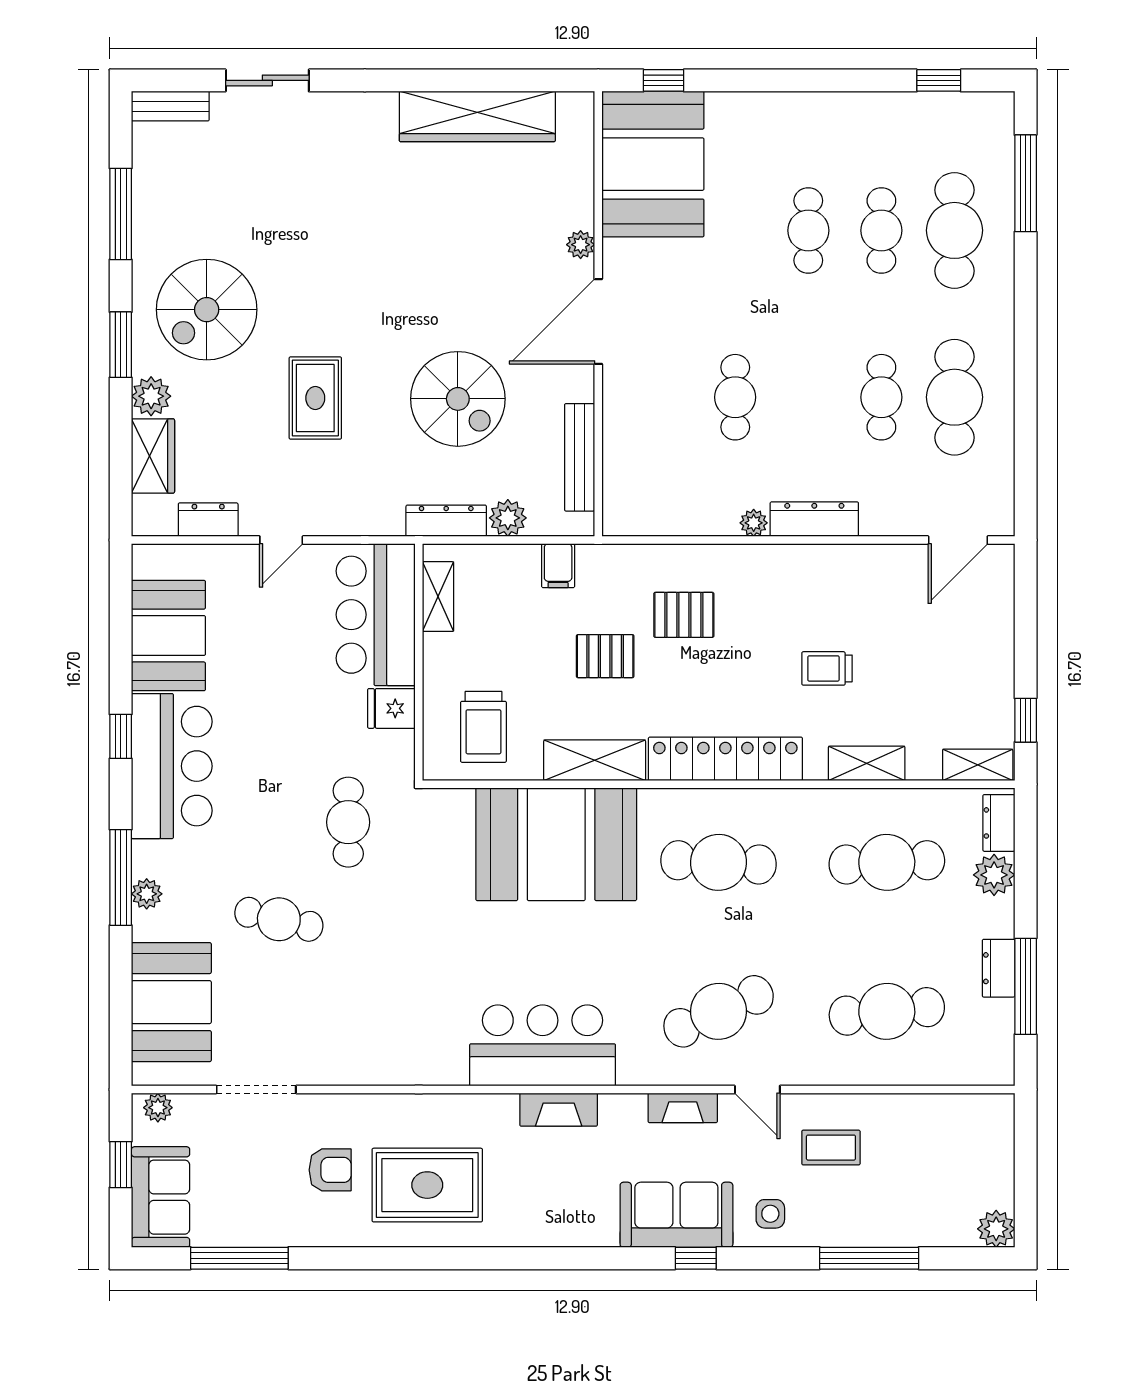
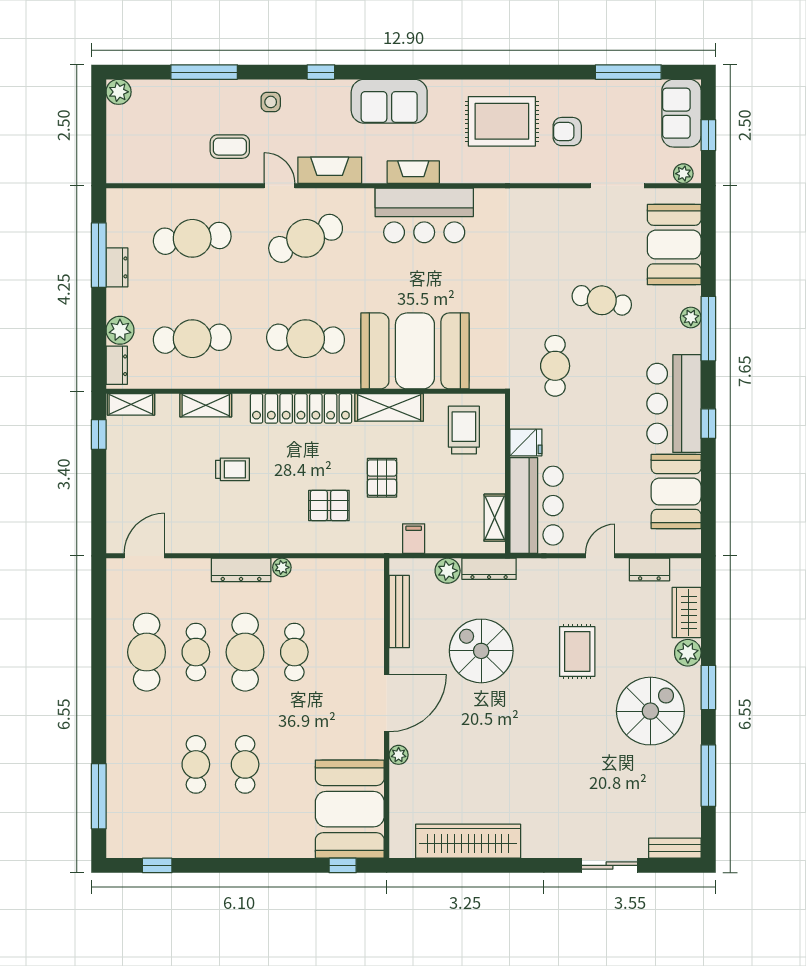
cafe table: (954, 230) -> (245, 652), moved
pallet: (605, 656) -> (382, 478), turned 90
fireplace: (683, 1108) -> (330, 170), width x1.37, depth x1.32
sofa: (676, 1215) -> (389, 101), moved

